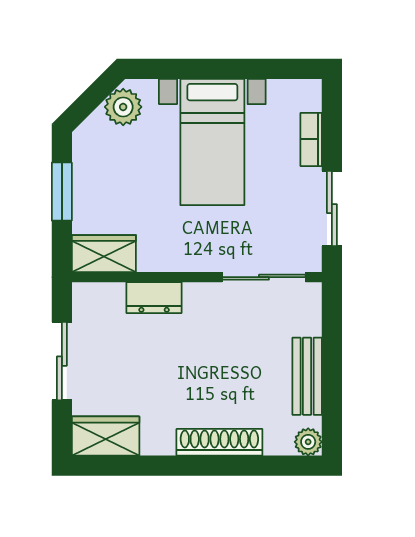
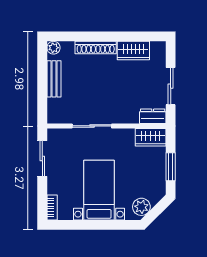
bookcase: (311, 139) -> (52, 207), moved
sliding door: (264, 277) -> (92, 126), moved
dresser: (154, 298) -> (153, 116), moved
wardrobe: (106, 436) -> (133, 51), moved

